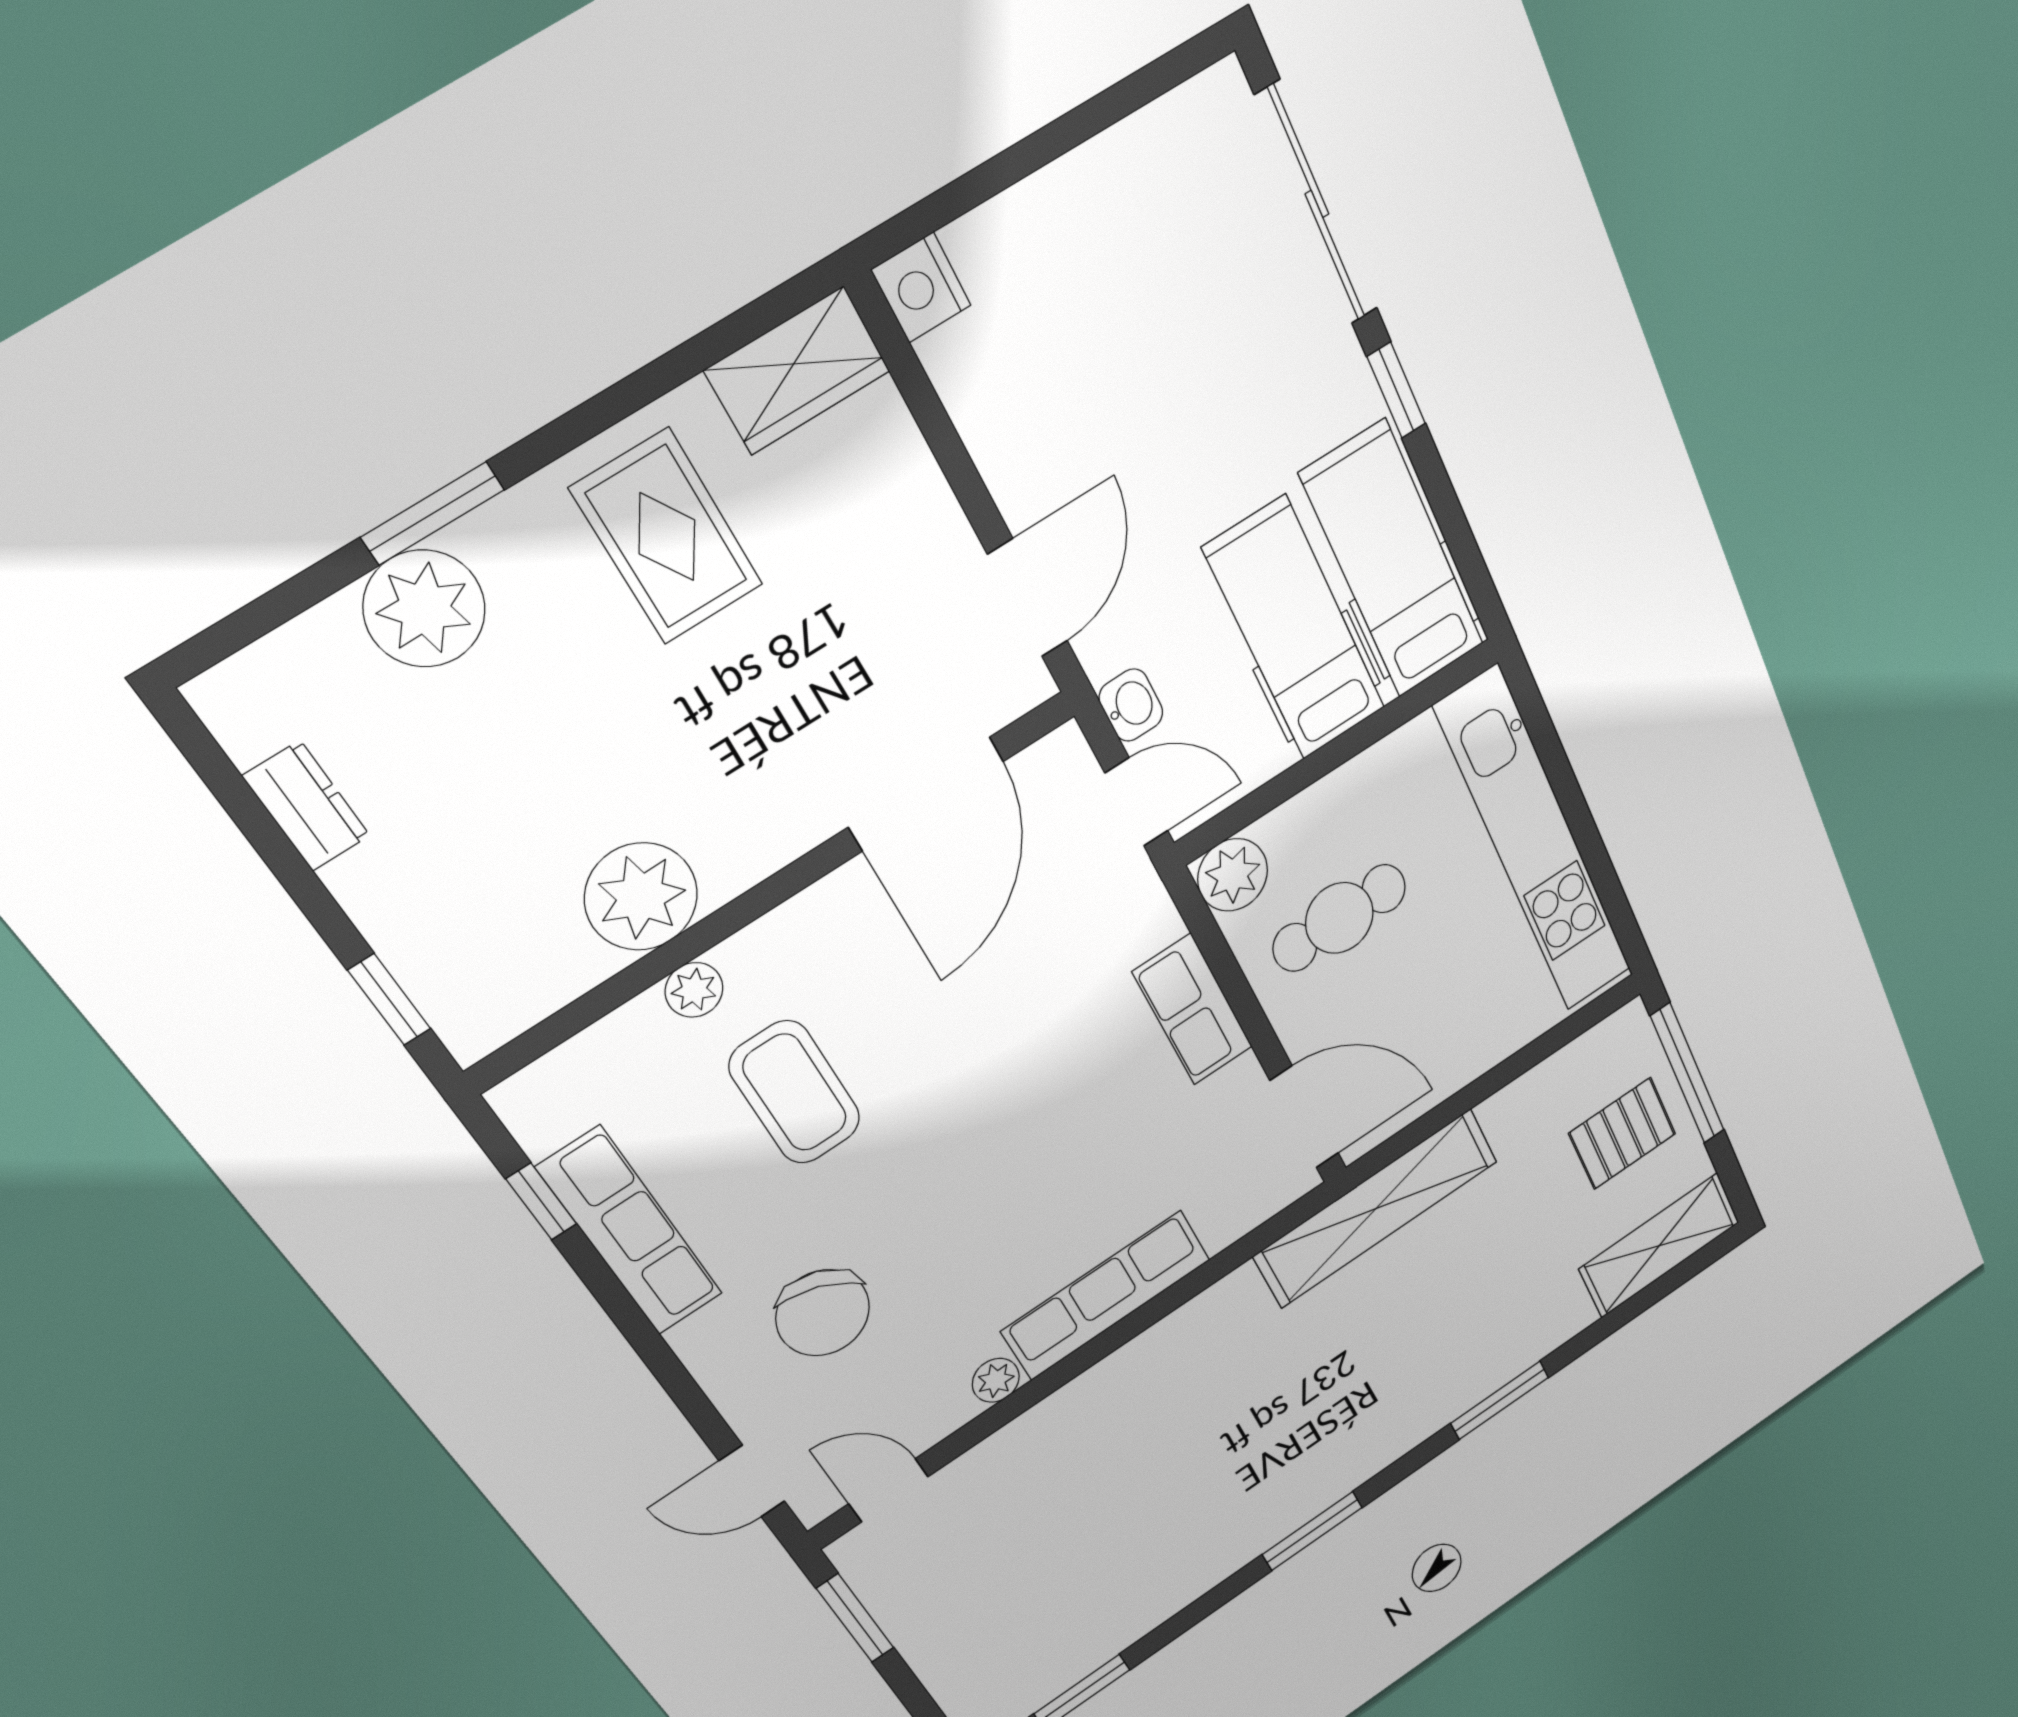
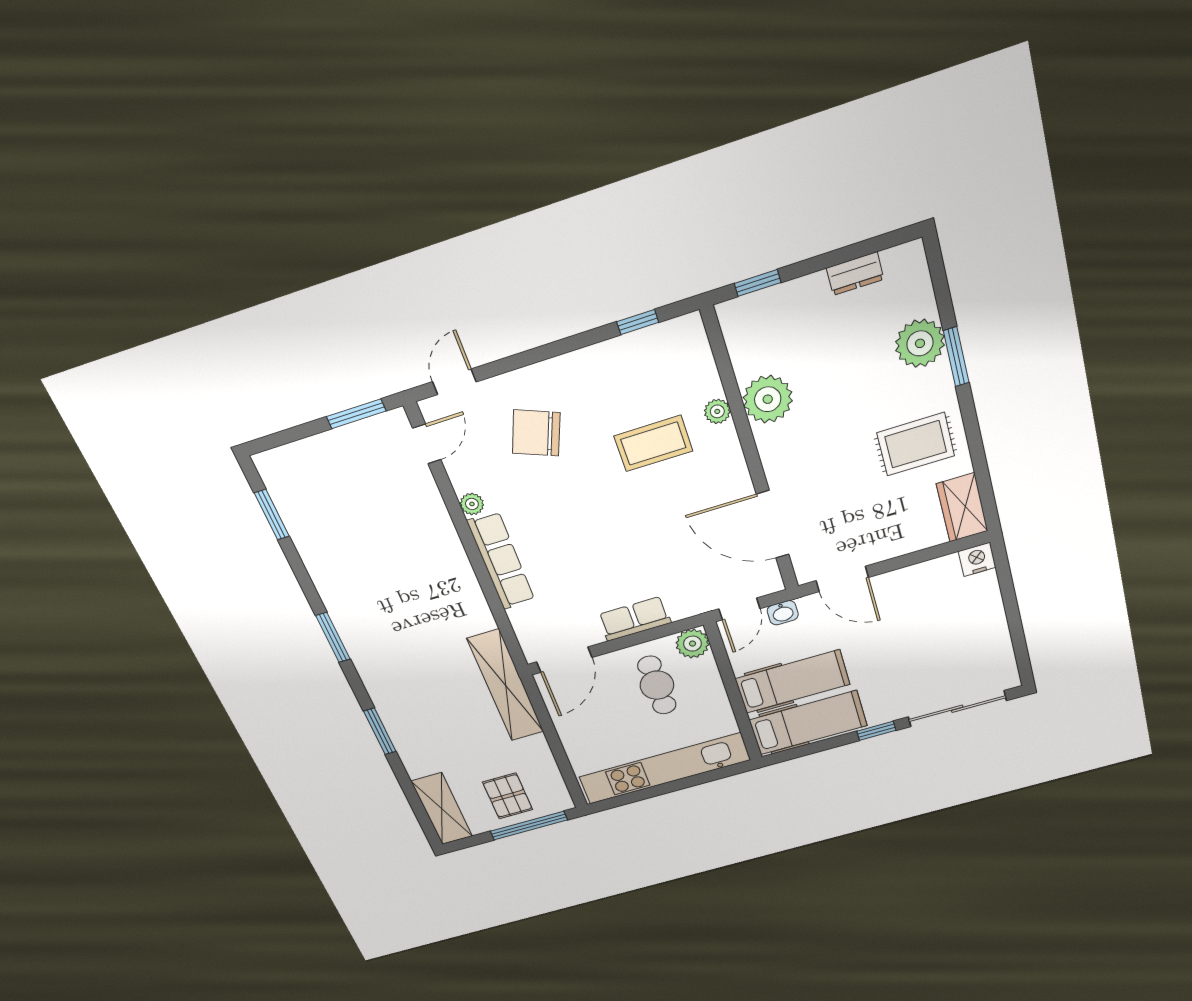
row of seats: (630, 1231) -> (609, 357), removed

